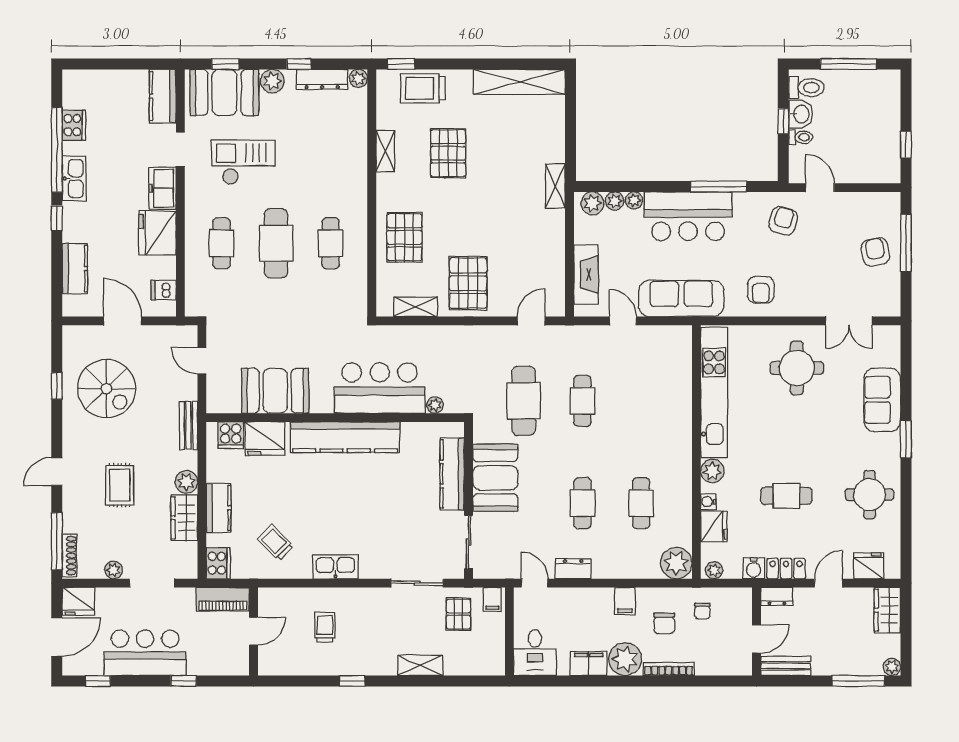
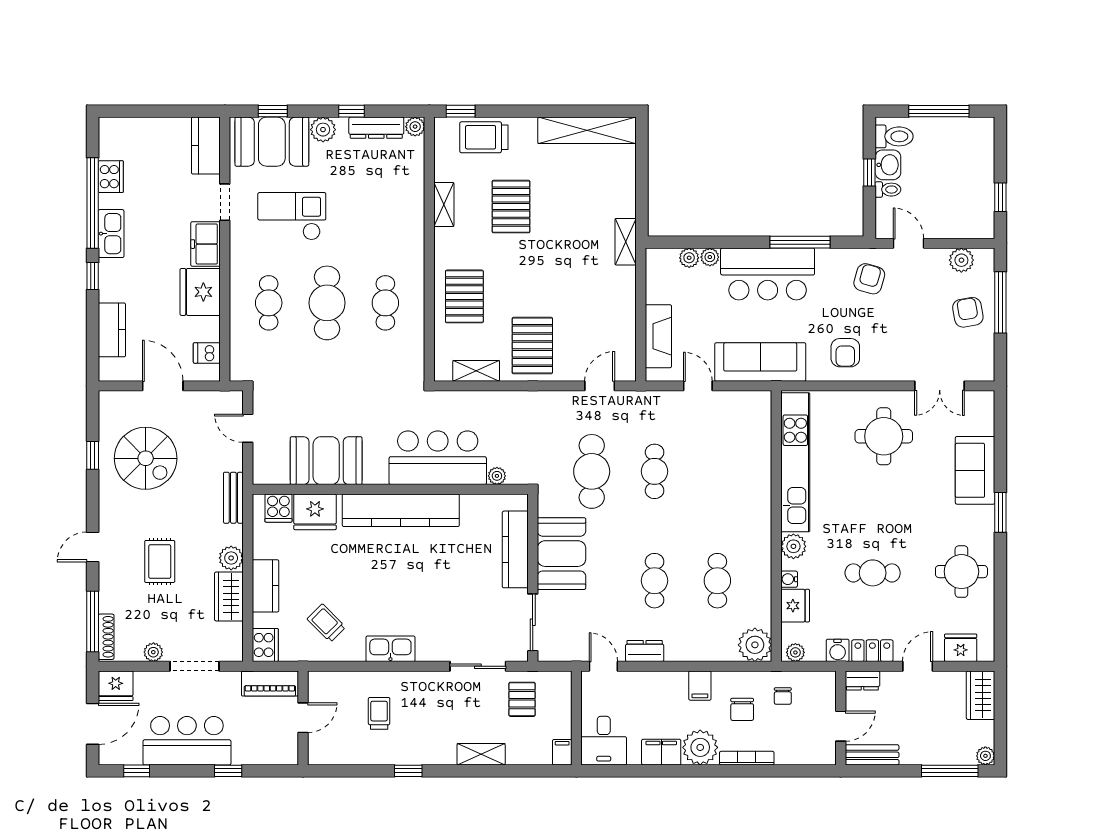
plant: (592, 203) -> (961, 260), moved
filing cabinet: (492, 599) -> (562, 752), moved, turned 180

